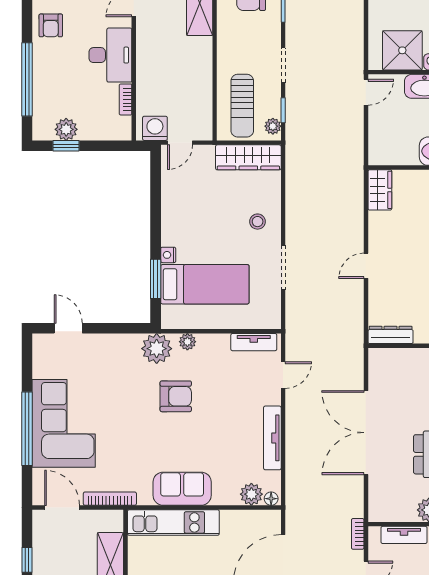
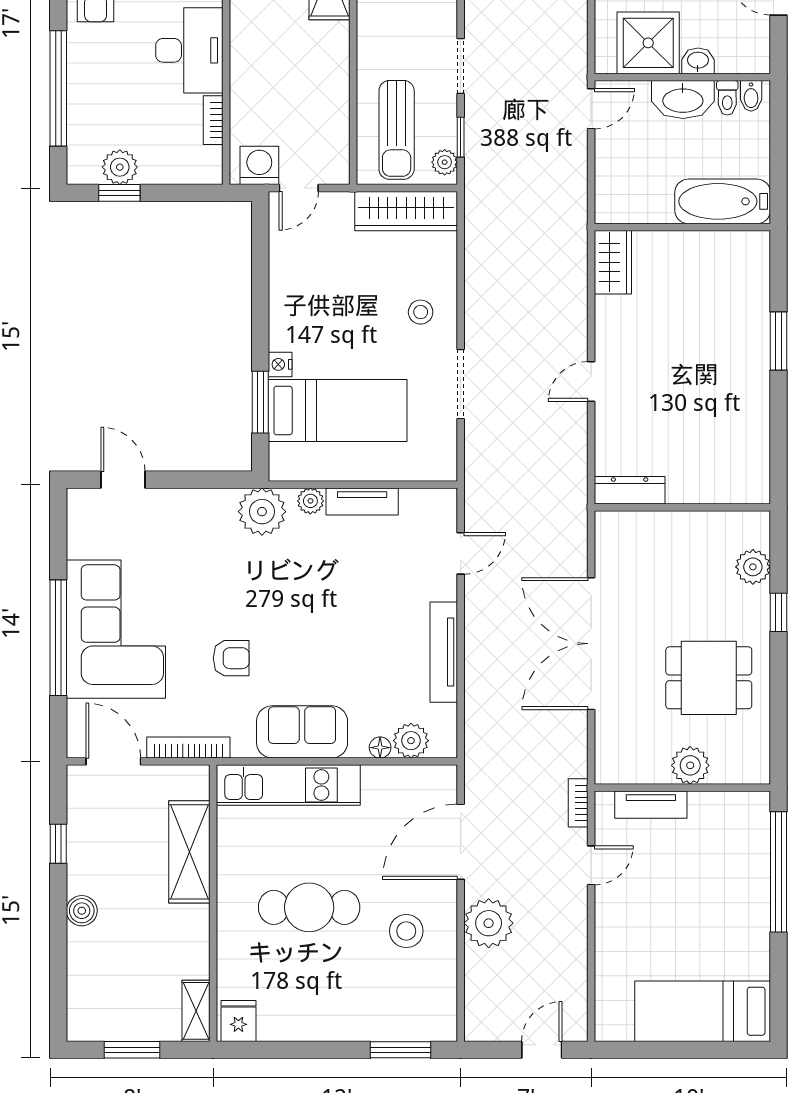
tv unit: (254, 342) -> (362, 501), moved
armchair: (176, 396) -> (231, 658), moved, width x0.72, depth x0.72
floor lamp: (271, 499) -> (380, 748), moved

